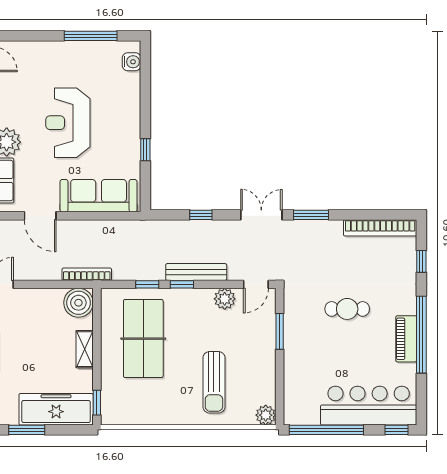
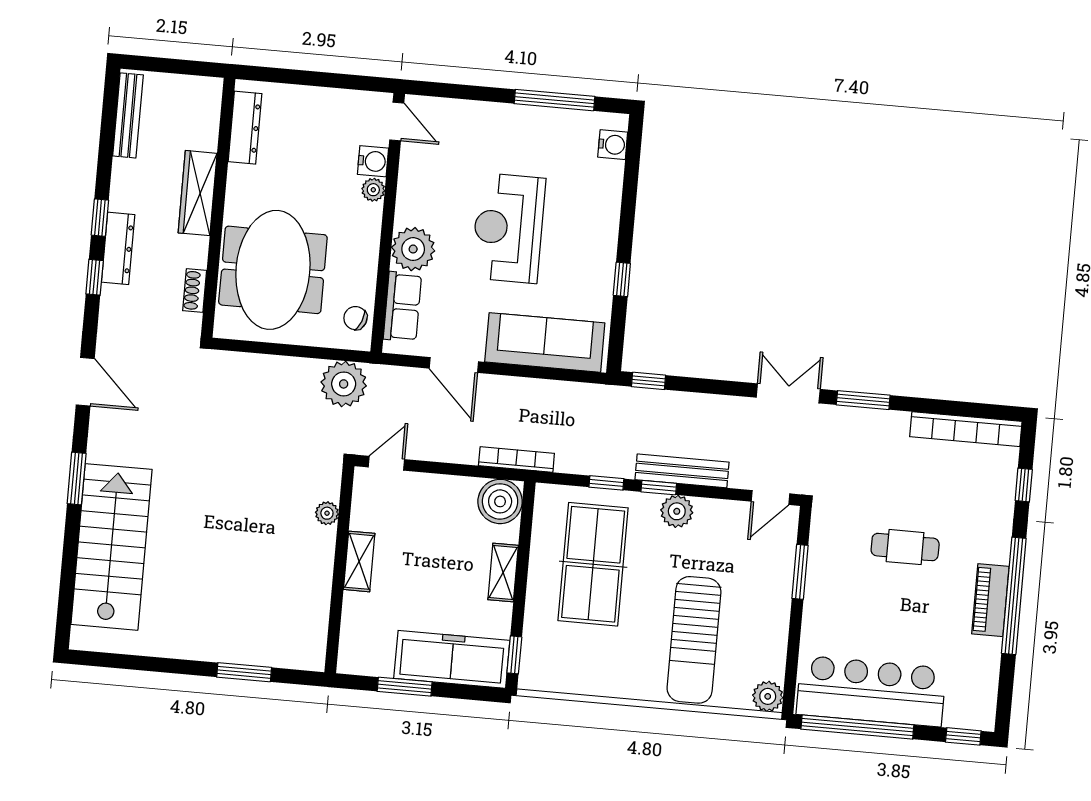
window: (201, 215) -> (649, 381), moved
plant: (225, 299) -> (677, 511), moved
sun lounger: (214, 382) -> (694, 640), width x1.36, depth x1.34
bar counter: (369, 406) -> (871, 691), moved

